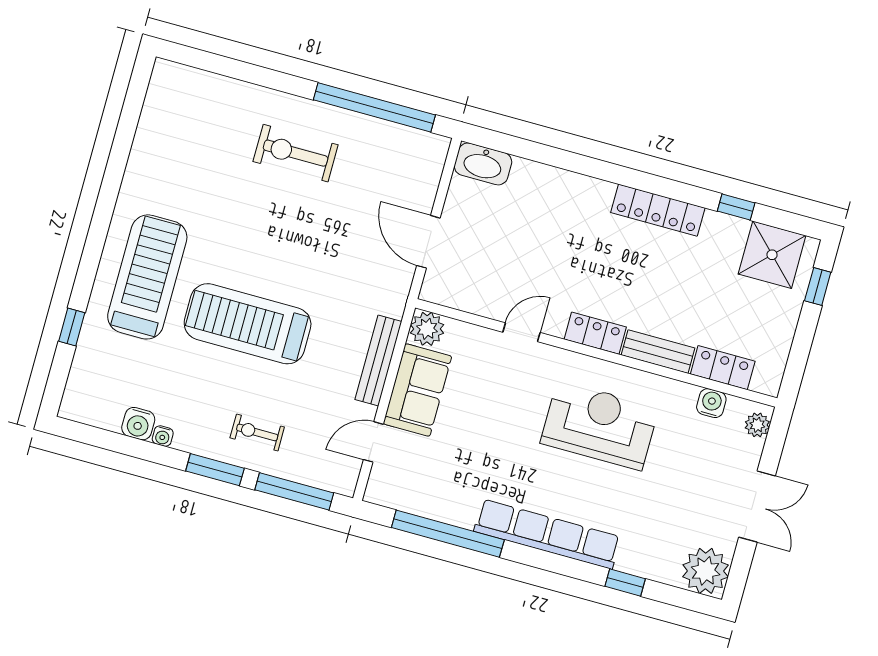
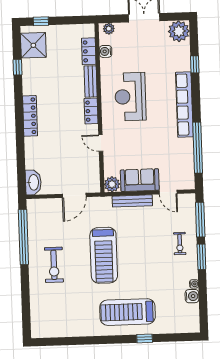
locker: (658, 210) -> (30, 116), moved
treadmill: (248, 324) -> (104, 255), moved
window: (72, 327) -> (145, 338), moved

